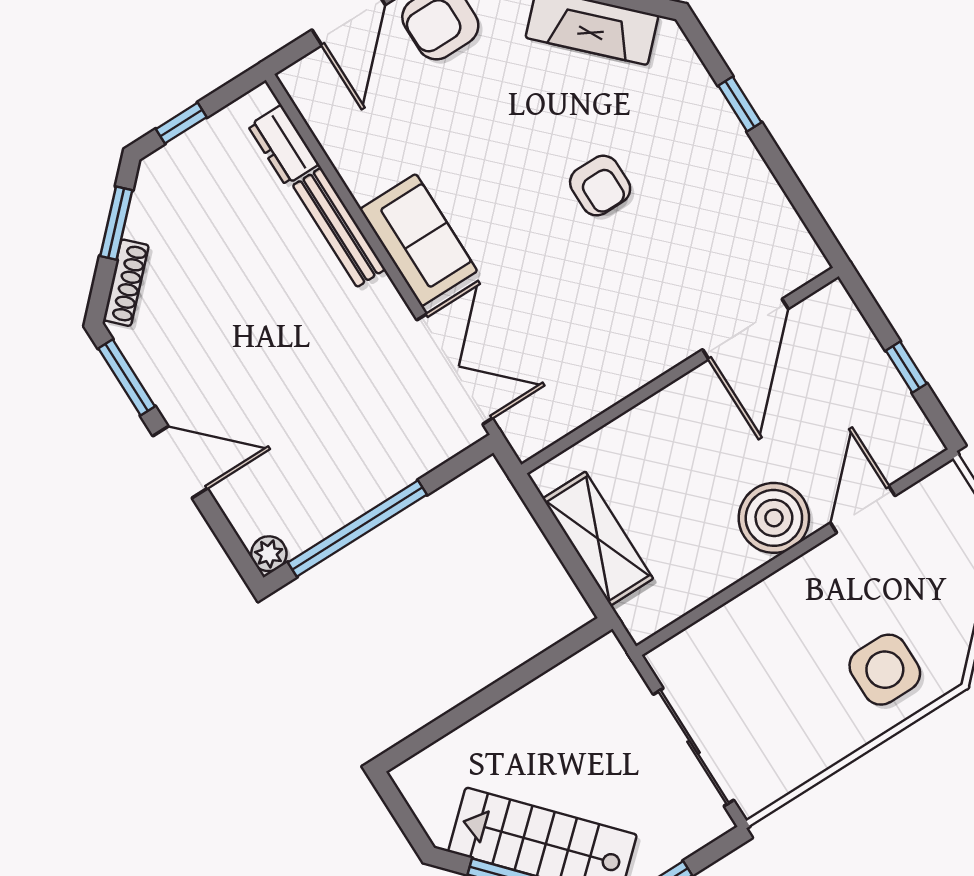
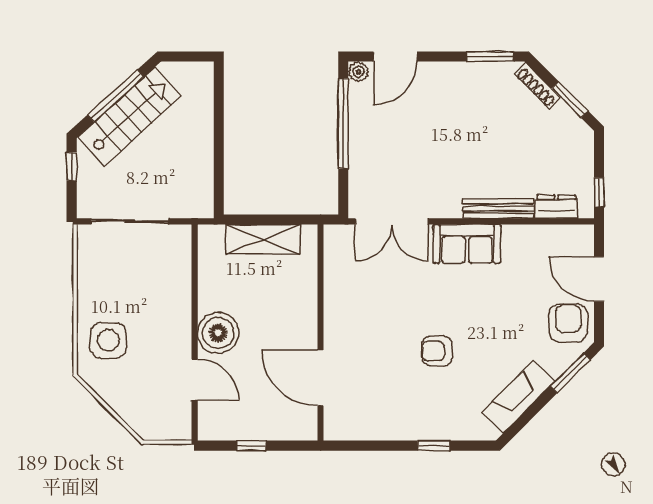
window: (181, 123) -> (599, 192), moved
door: (180, 462) -> (395, 56), moved

